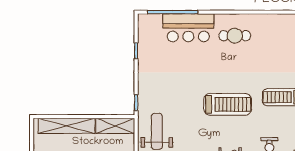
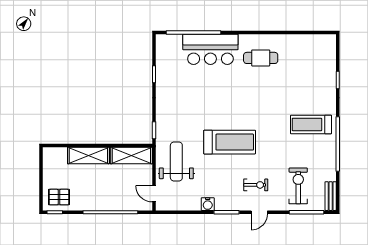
treadmill: (228, 104) -> (230, 142), moved
shelving: (67, 126) -> (88, 155), width x0.68

